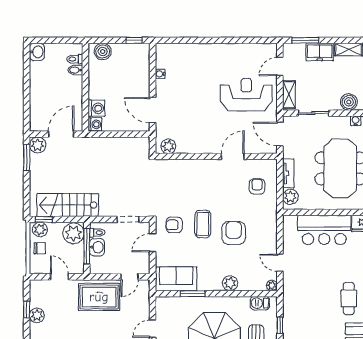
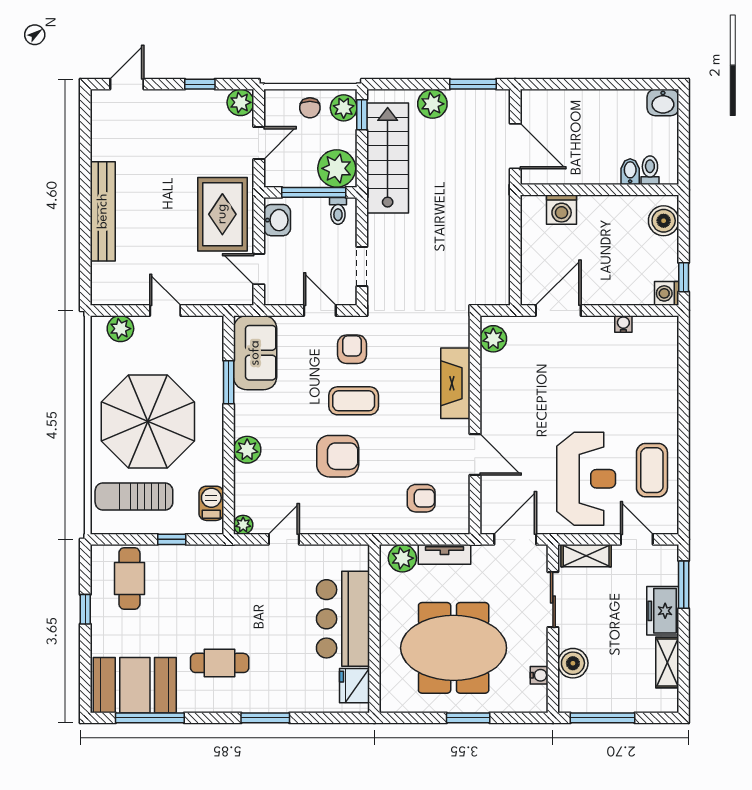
coffee table: (241, 58) -> (652, 470), added
washing machine: (95, 124) -> (667, 293), moved, turned 90
plant: (38, 145) -> (432, 104), moved
fireplace: (193, 167) -> (455, 383), added
washbasin: (97, 247) -> (277, 220), moved, turned -90
plant: (37, 315) -> (240, 102), moved

